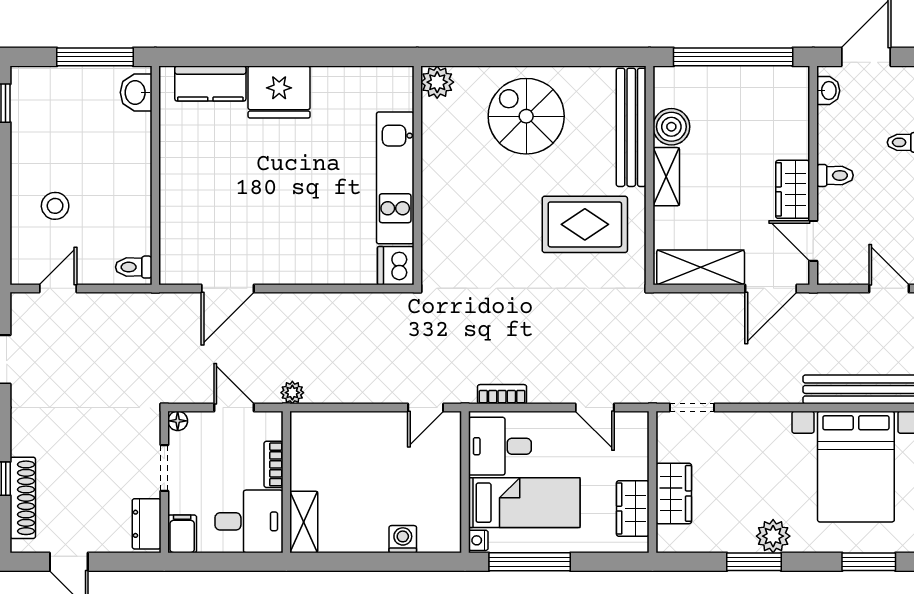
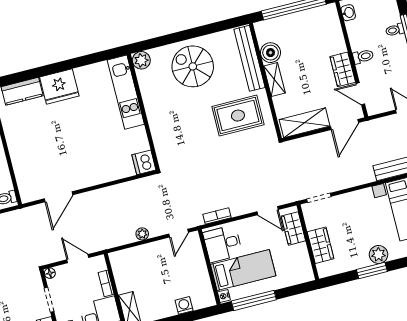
kitchen unit: (395, 178) -> (126, 92), moved
plant: (292, 393) -> (142, 234), moved
wardrobe: (633, 509) -> (293, 228), moved

